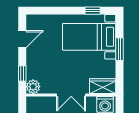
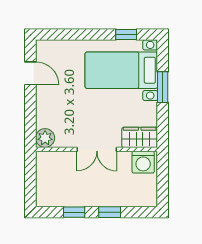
door: (22, 39) -> (30, 73), hinge flipped
window: (22, 73) -> (30, 120), removed

